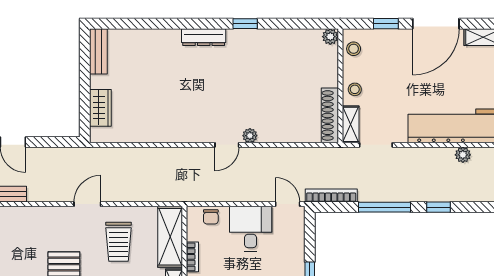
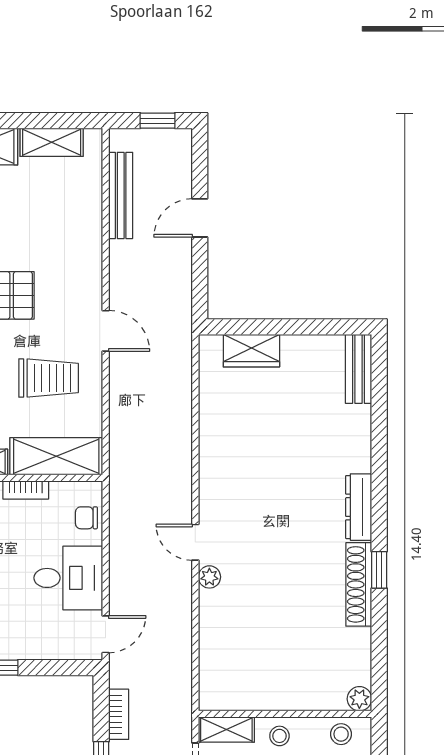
bench: (98, 51) -> (358, 369), moved, turned 90
shoe rack: (330, 115) -> (359, 584), moved, turned -90
bookcase: (331, 196) -> (119, 714), width x0.64
trolley: (119, 242) -> (49, 378), turned 180

